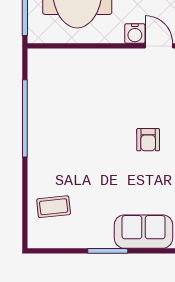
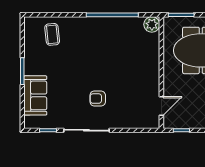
water cooler: (135, 34) -> (170, 90), removed
plant: (39, 60) -> (152, 24), added

